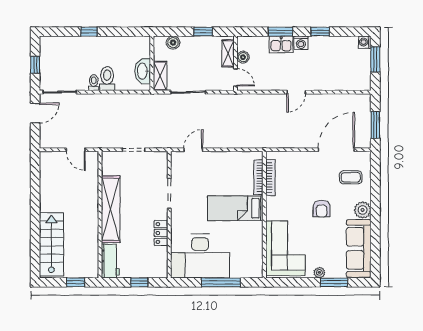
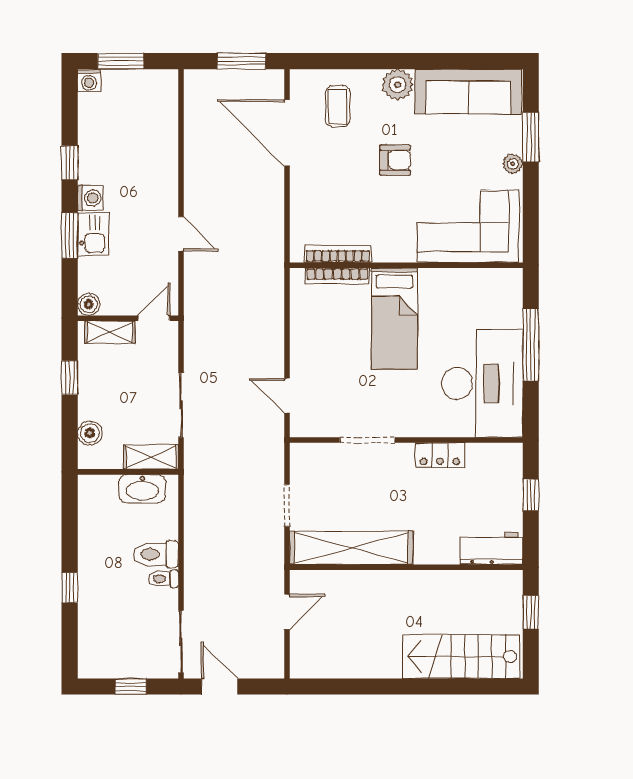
boiler: (243, 57) -> (89, 304), moved
door: (296, 92) -> (181, 234), moved
shelving: (111, 209) -> (351, 548), moved

